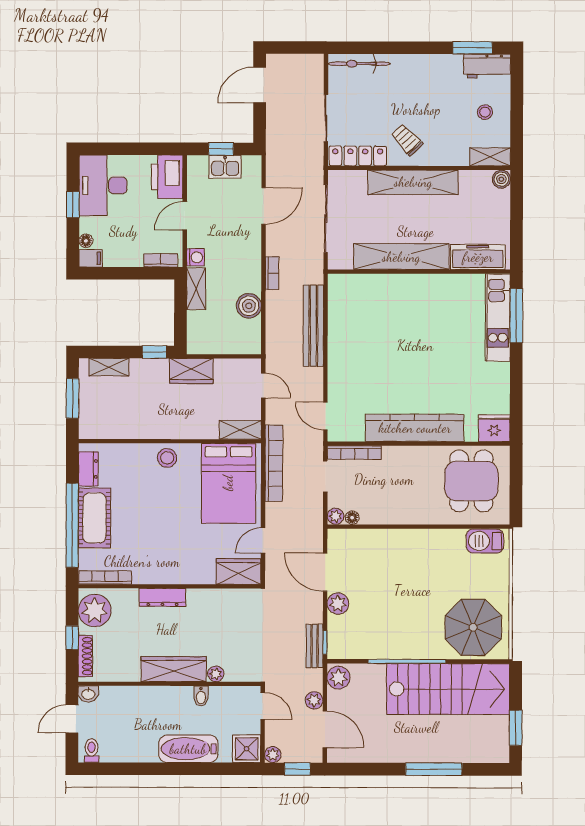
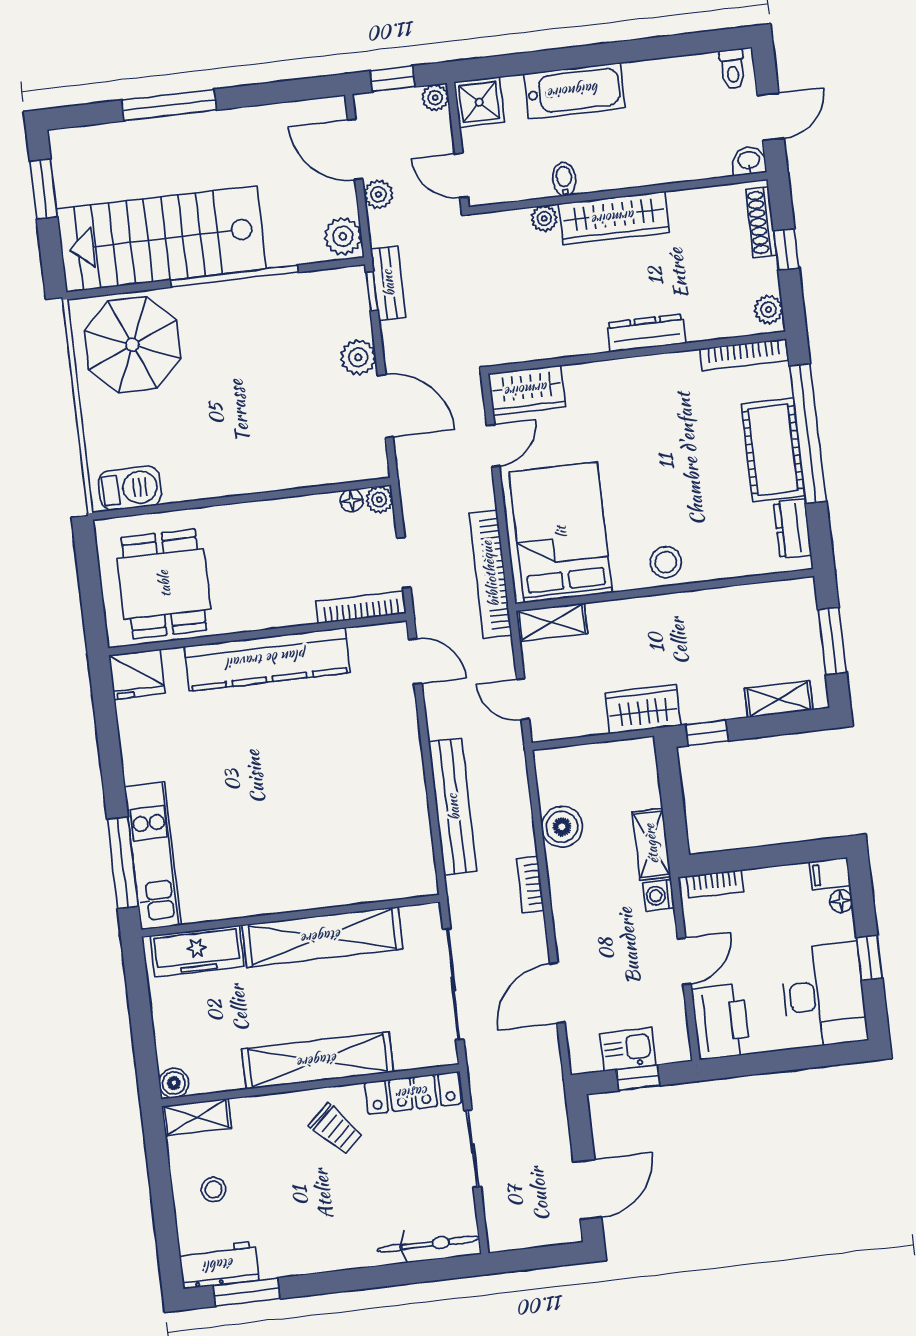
plant: (95, 610) -> (768, 310), width x0.53, depth x0.53

